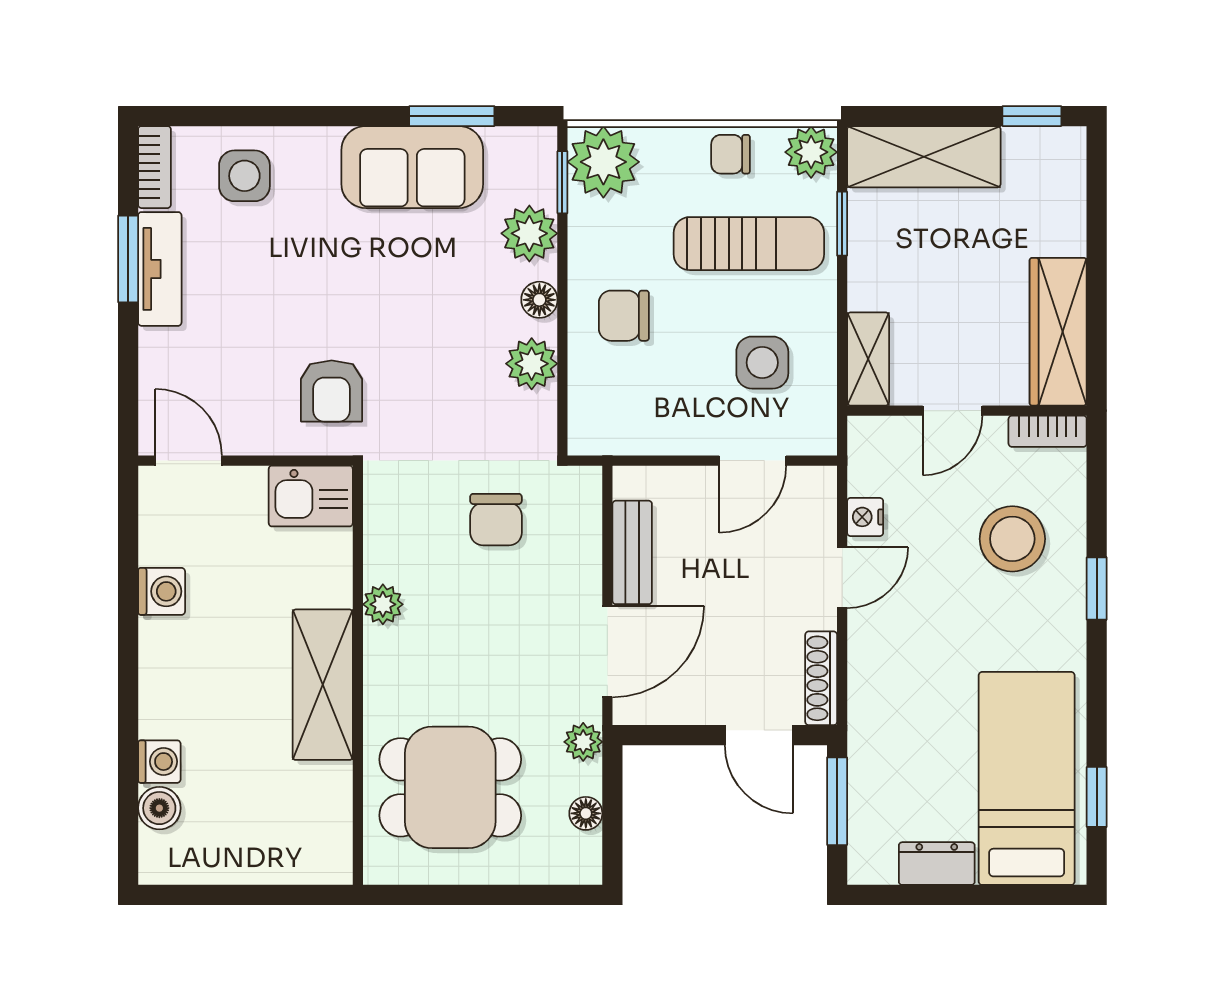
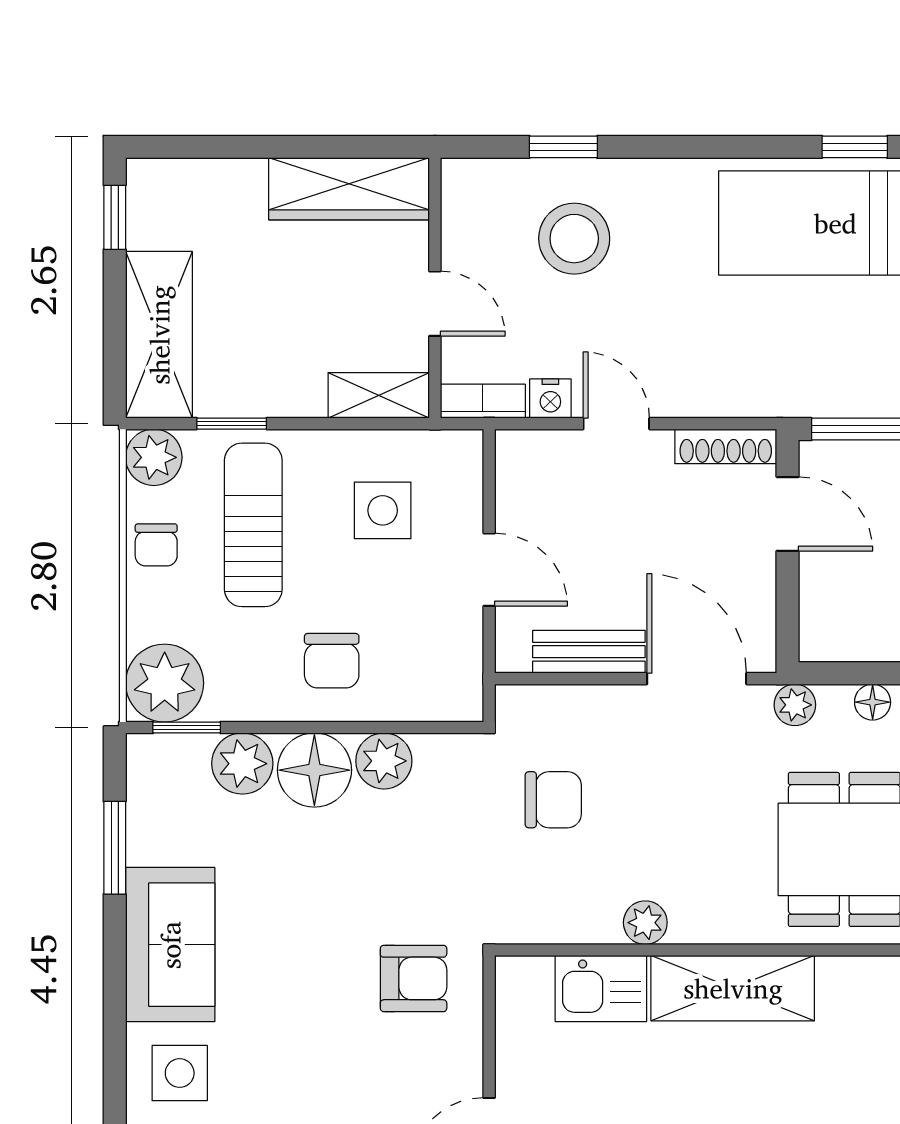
sofa: (412, 167) -> (170, 945), moved
floor lamp: (539, 300) -> (314, 770), width x1.89, depth x1.89
bookcase: (1048, 431) -> (483, 401), moved, turned -90
door: (753, 461) -> (489, 570), moved
kitchen sink: (311, 496) -> (601, 988), moved, turned 90
window: (1097, 589) -> (563, 147), moved
door: (759, 735) -> (788, 514), hinge flipped

